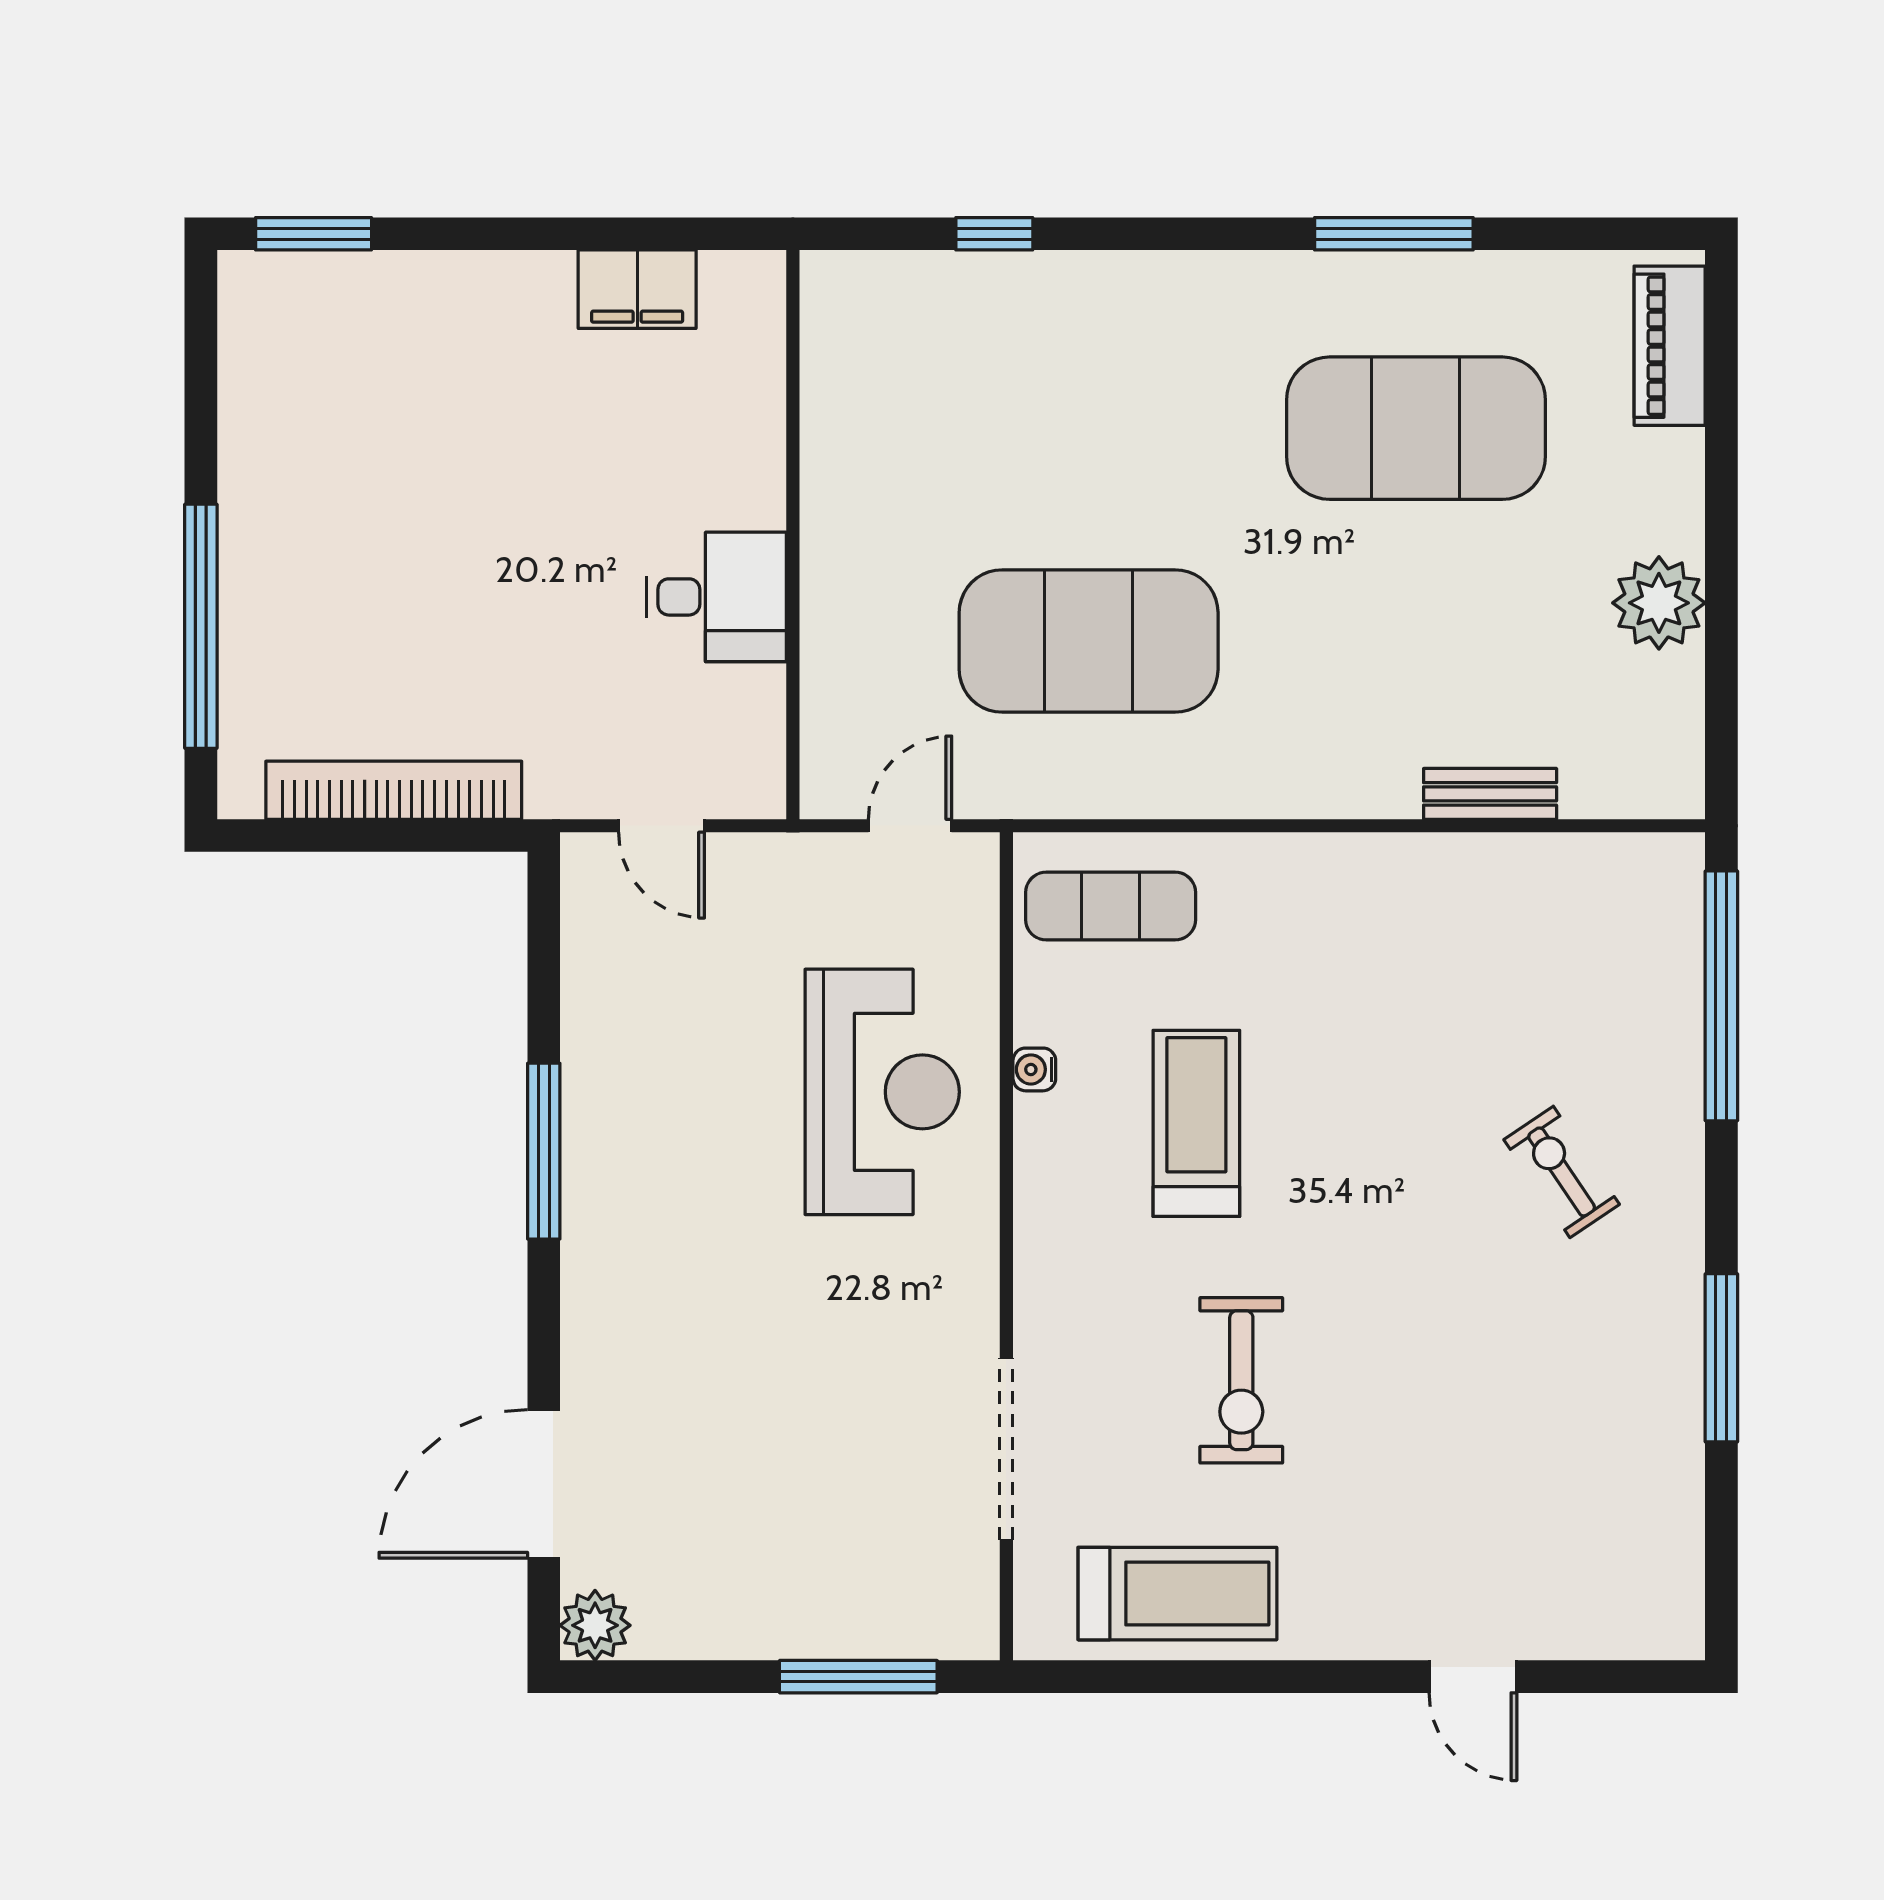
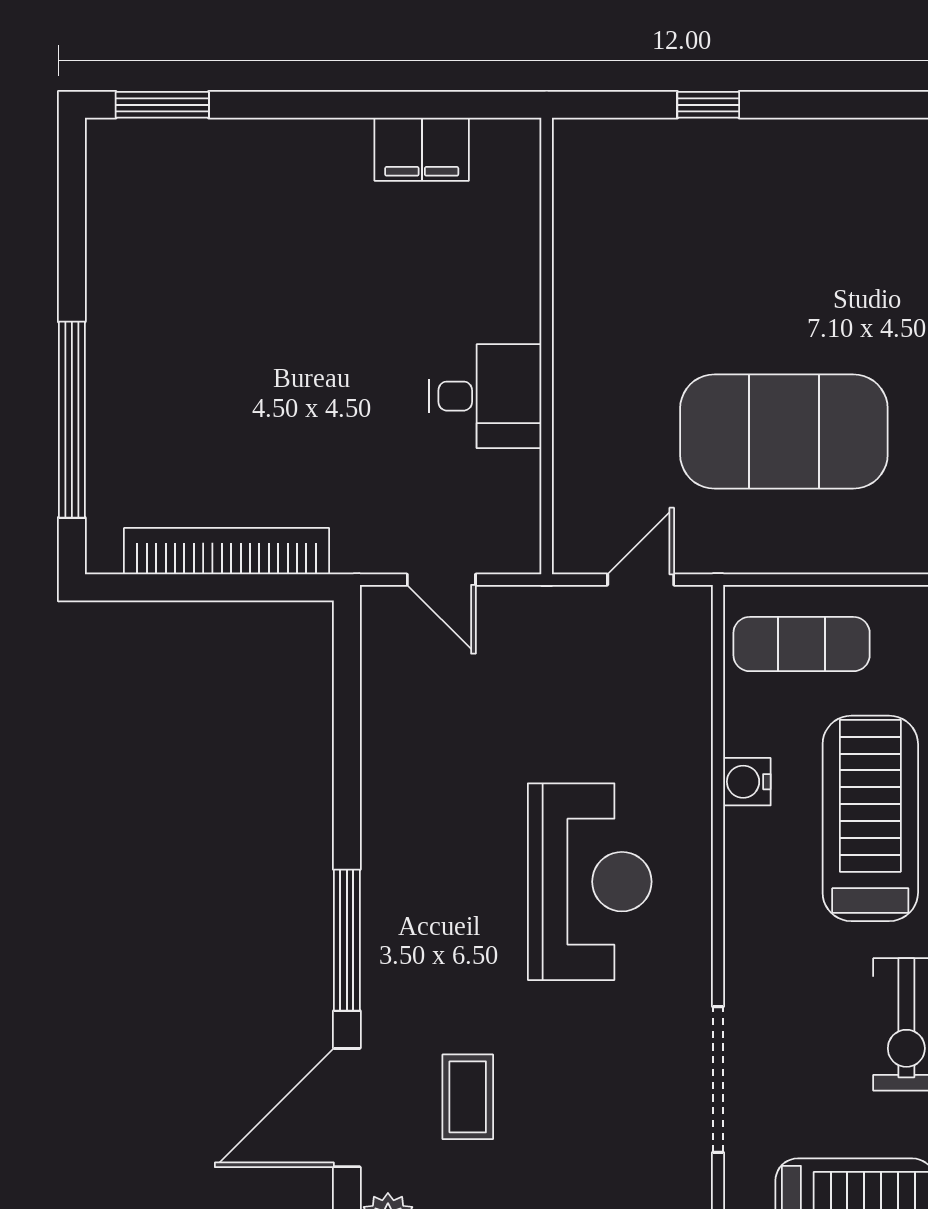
water cooler: (1034, 1069) -> (747, 782), width x1.38, depth x1.38
reception desk: (882, 1092) -> (590, 882), moved
treadmill: (1196, 1123) -> (870, 818), width x1.37, depth x1.38
window: (544, 1151) -> (347, 940), moved
coffee table: (694, 1471) -> (468, 1097), added

